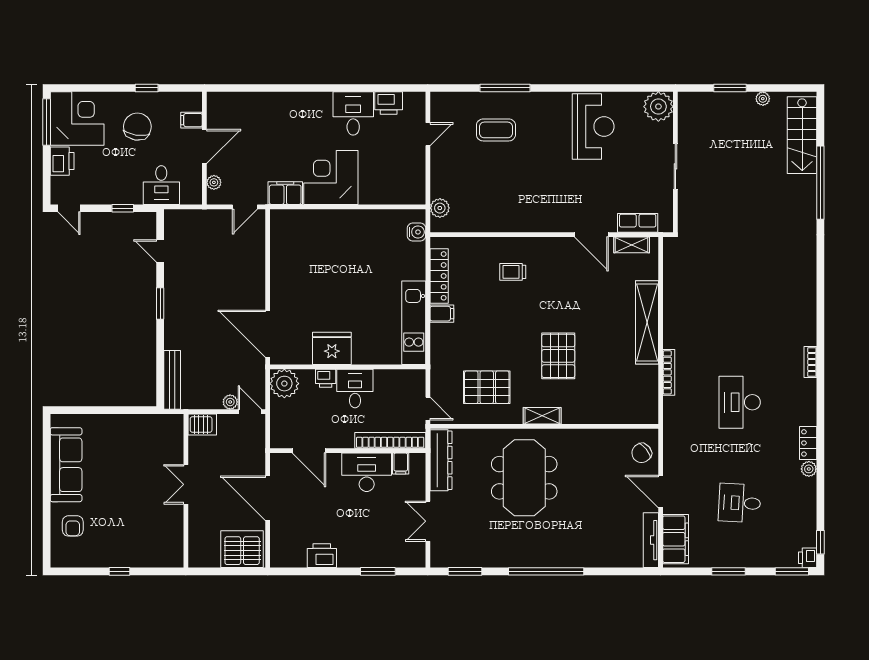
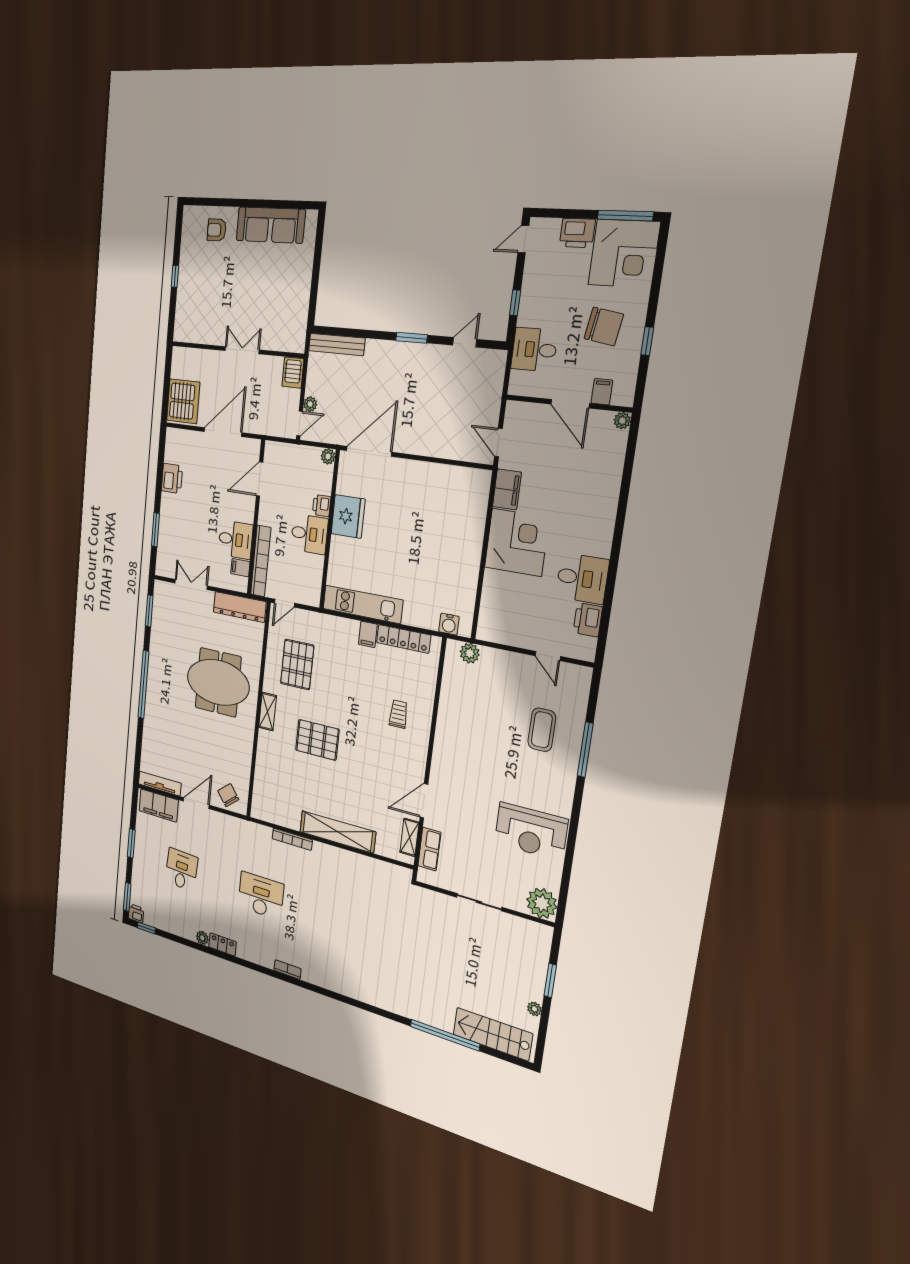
plant: (214, 182) -> (622, 421), moved
plant: (284, 384) -> (328, 456), width x0.53, depth x0.53
desk: (367, 472) -> (235, 540), width x0.73

